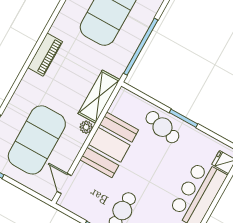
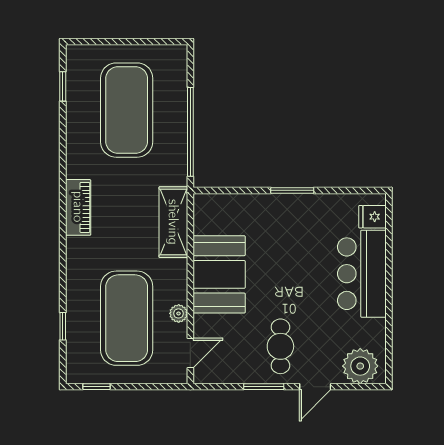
plant: (86, 127) -> (179, 313), moved
cafe table: (162, 127) -> (273, 216), removed
door: (64, 184) -> (190, 353), swing flipped

